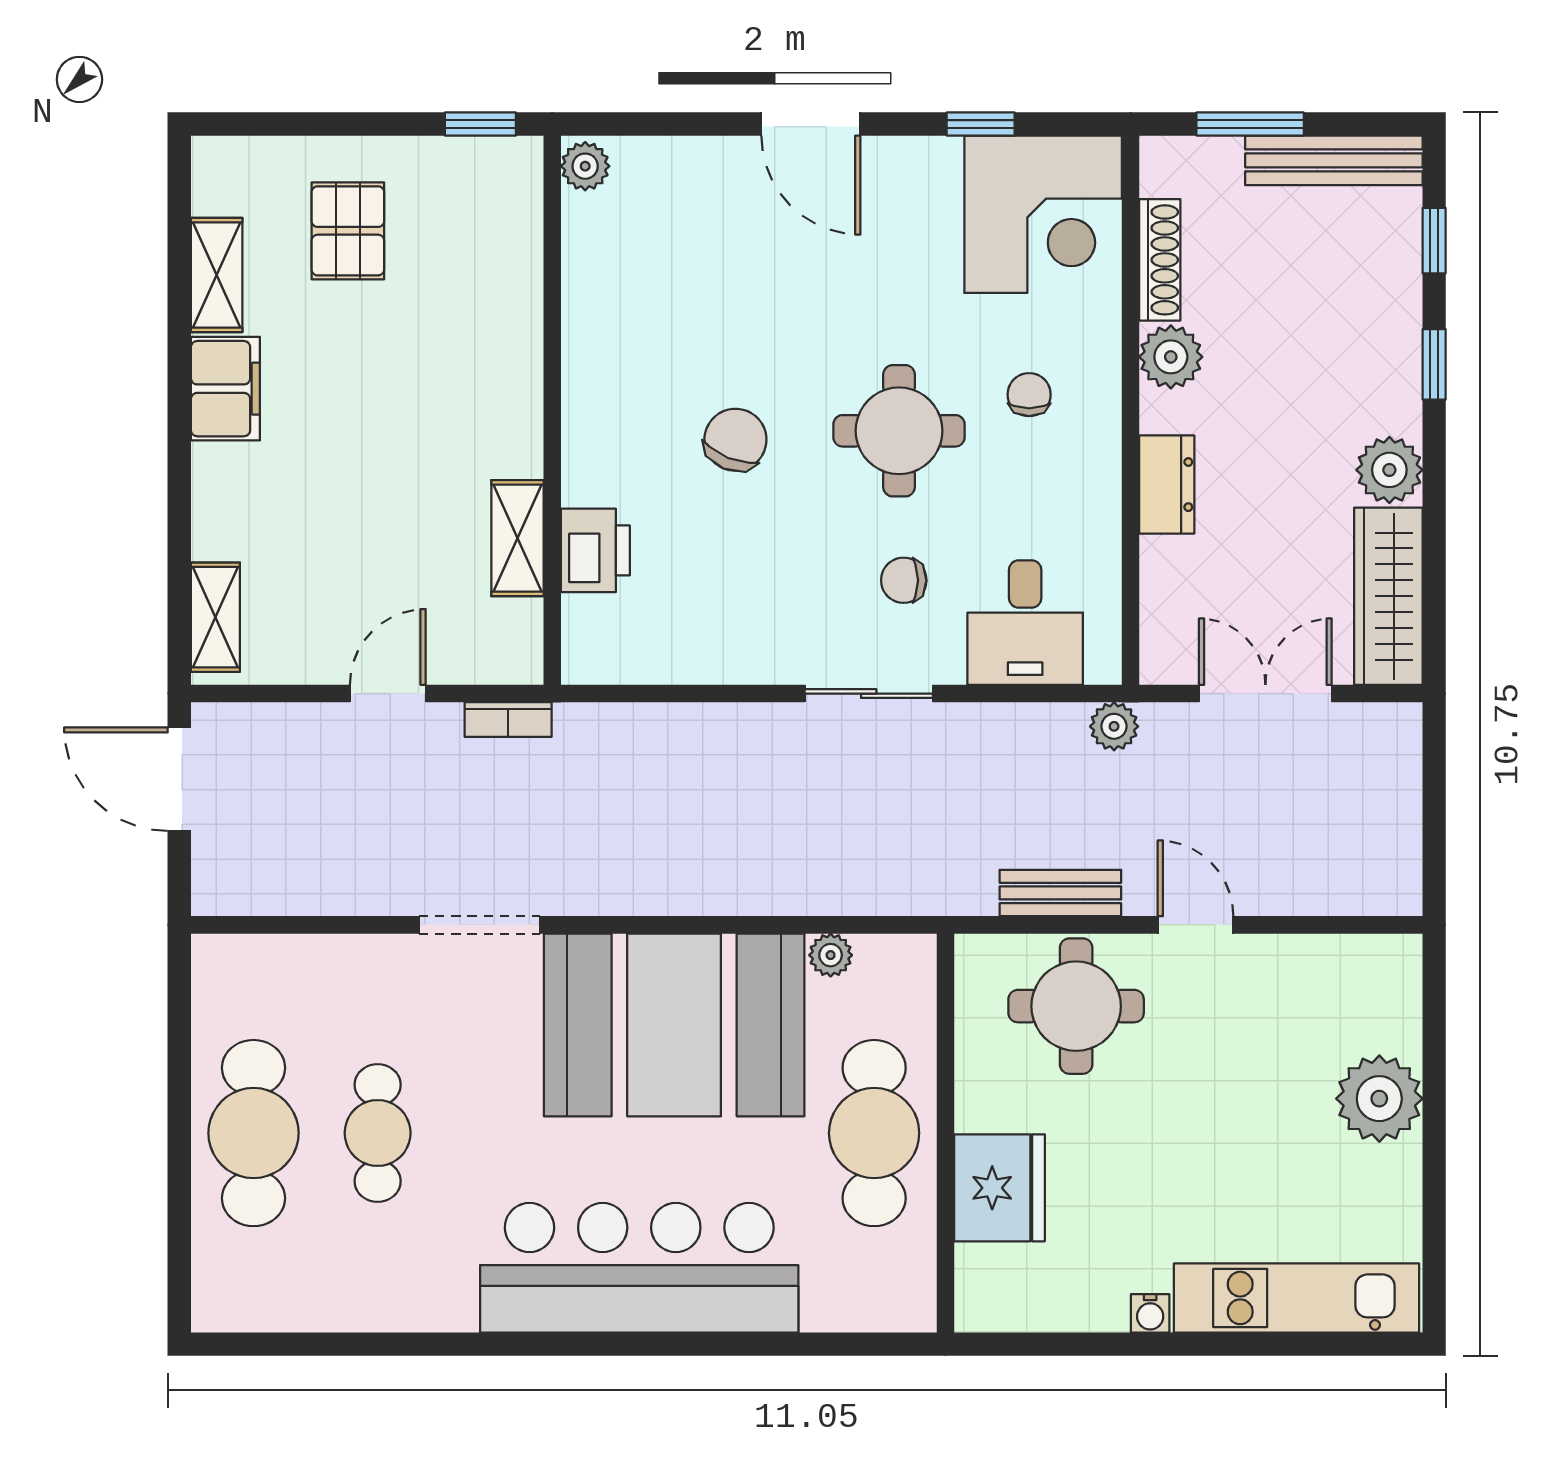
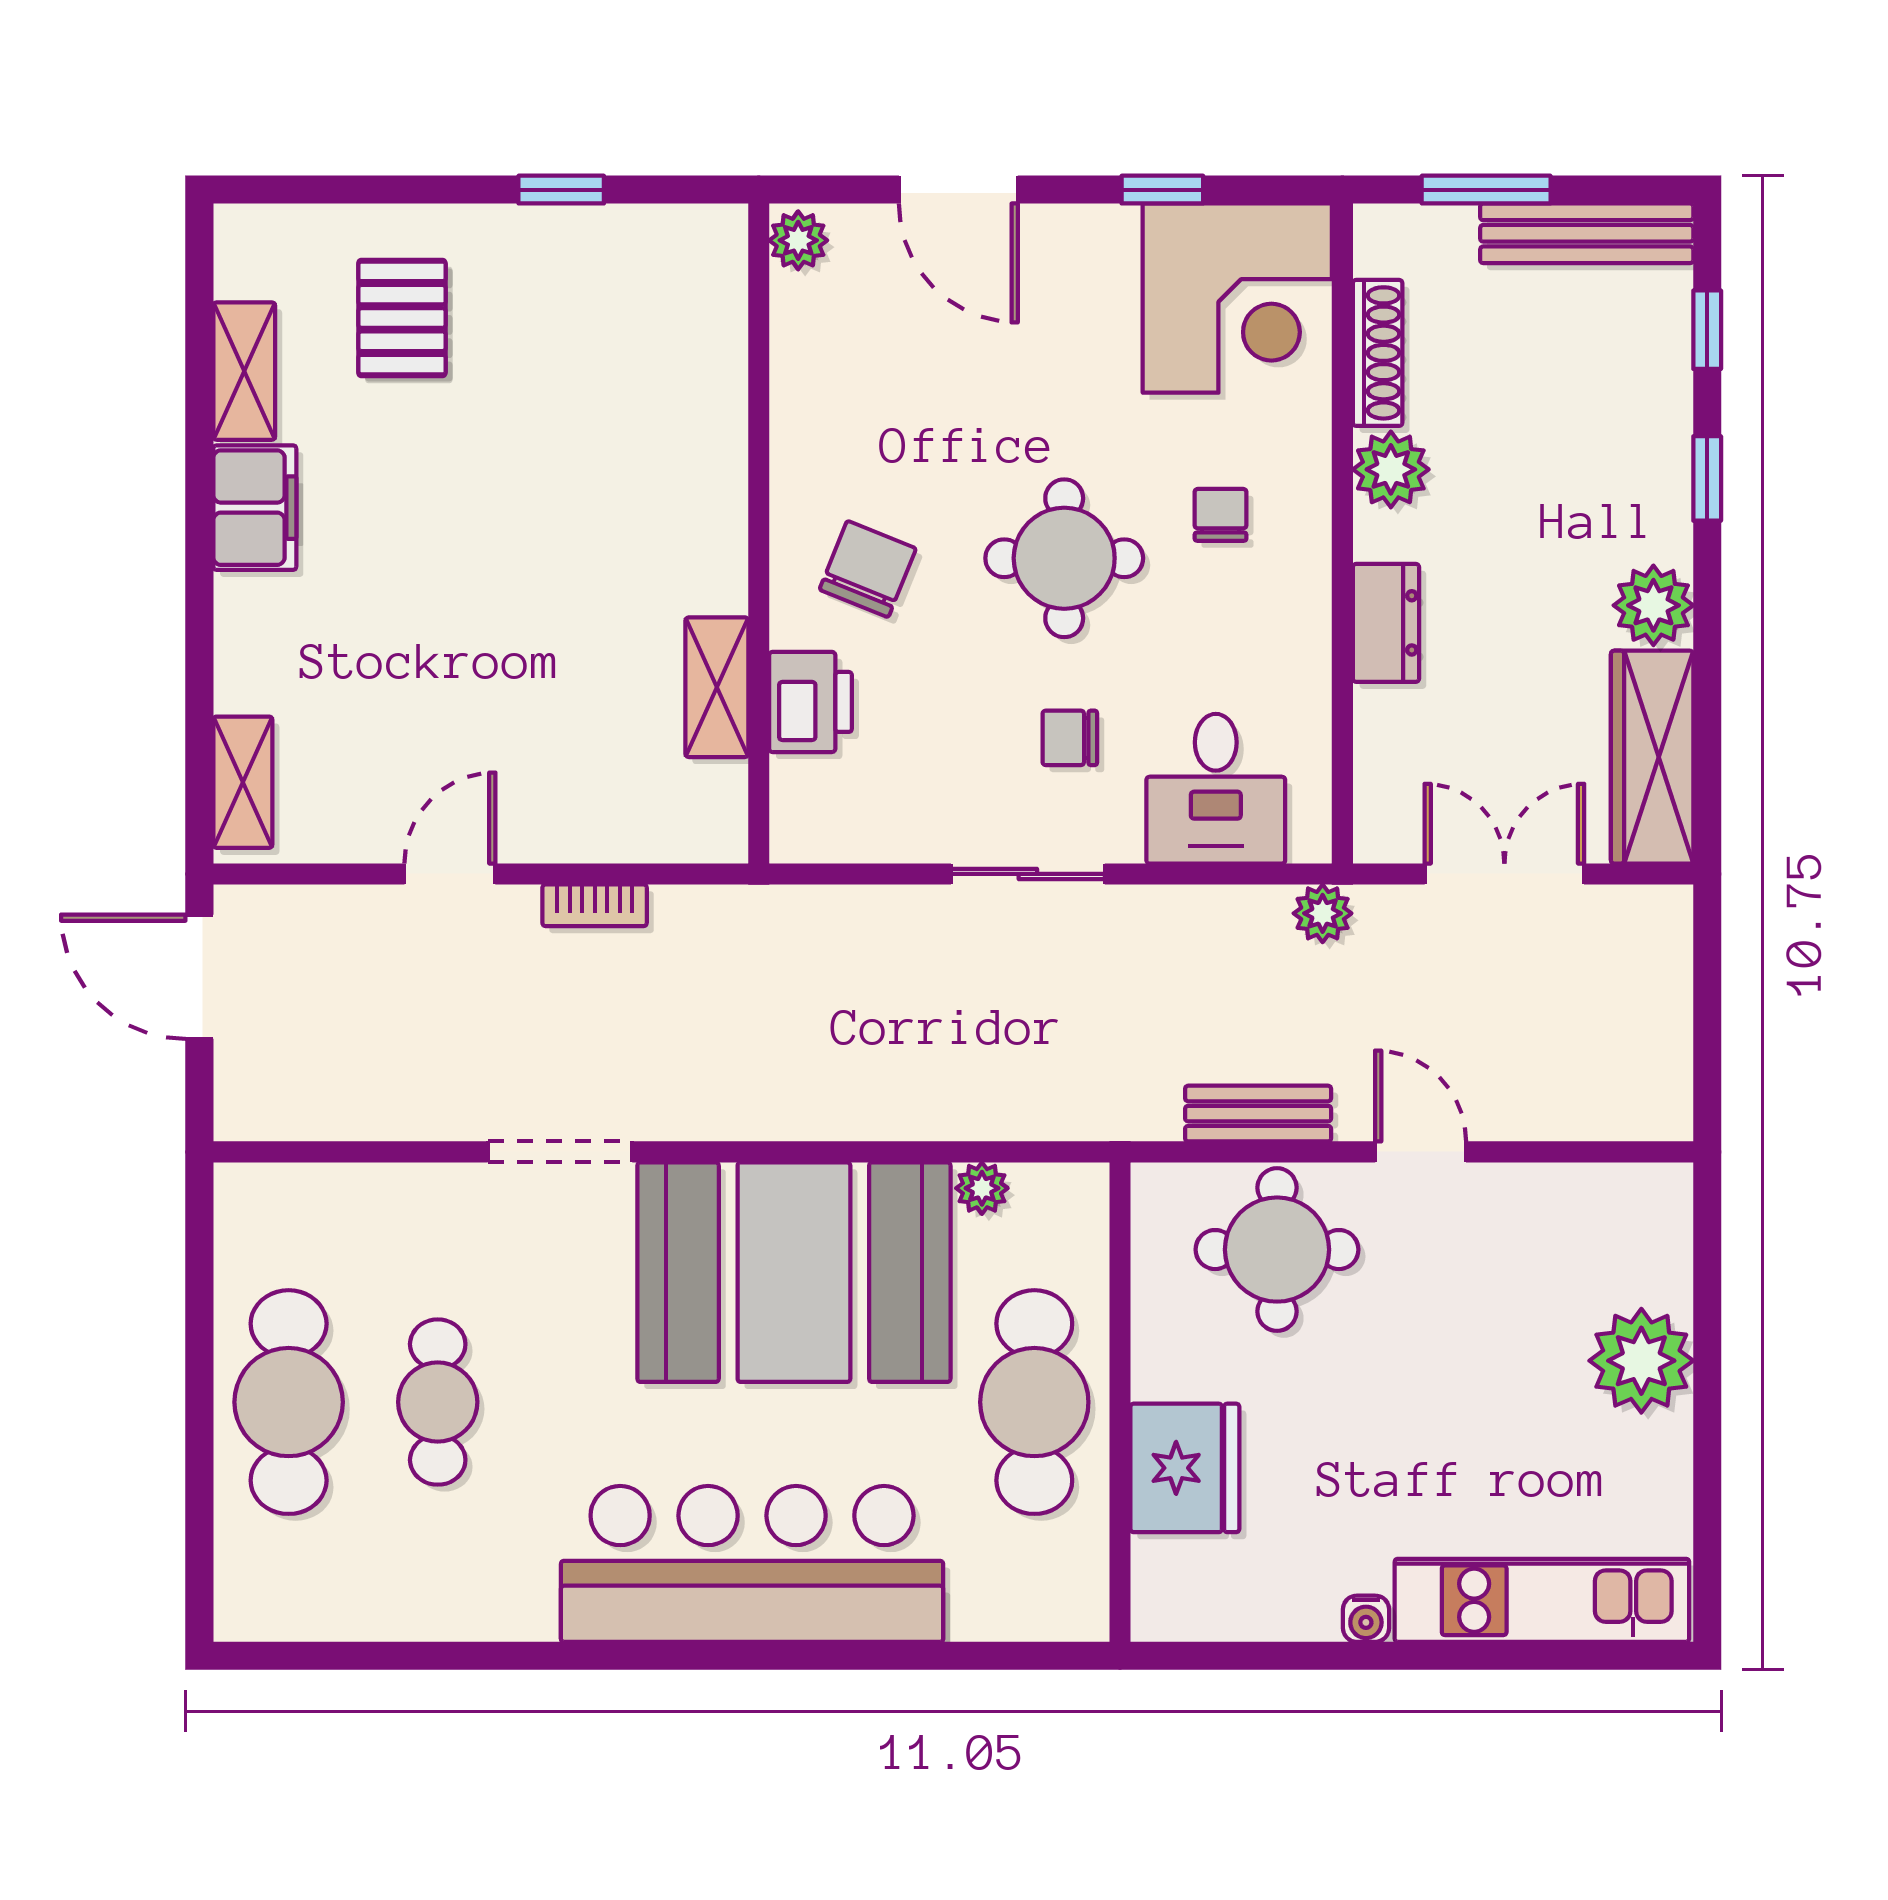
plant: (585, 166) -> (798, 240), moved
wall: (552, 410) -> (759, 534), moved
shelving: (517, 538) -> (717, 687), moved
printer: (595, 550) -> (810, 702), moved

